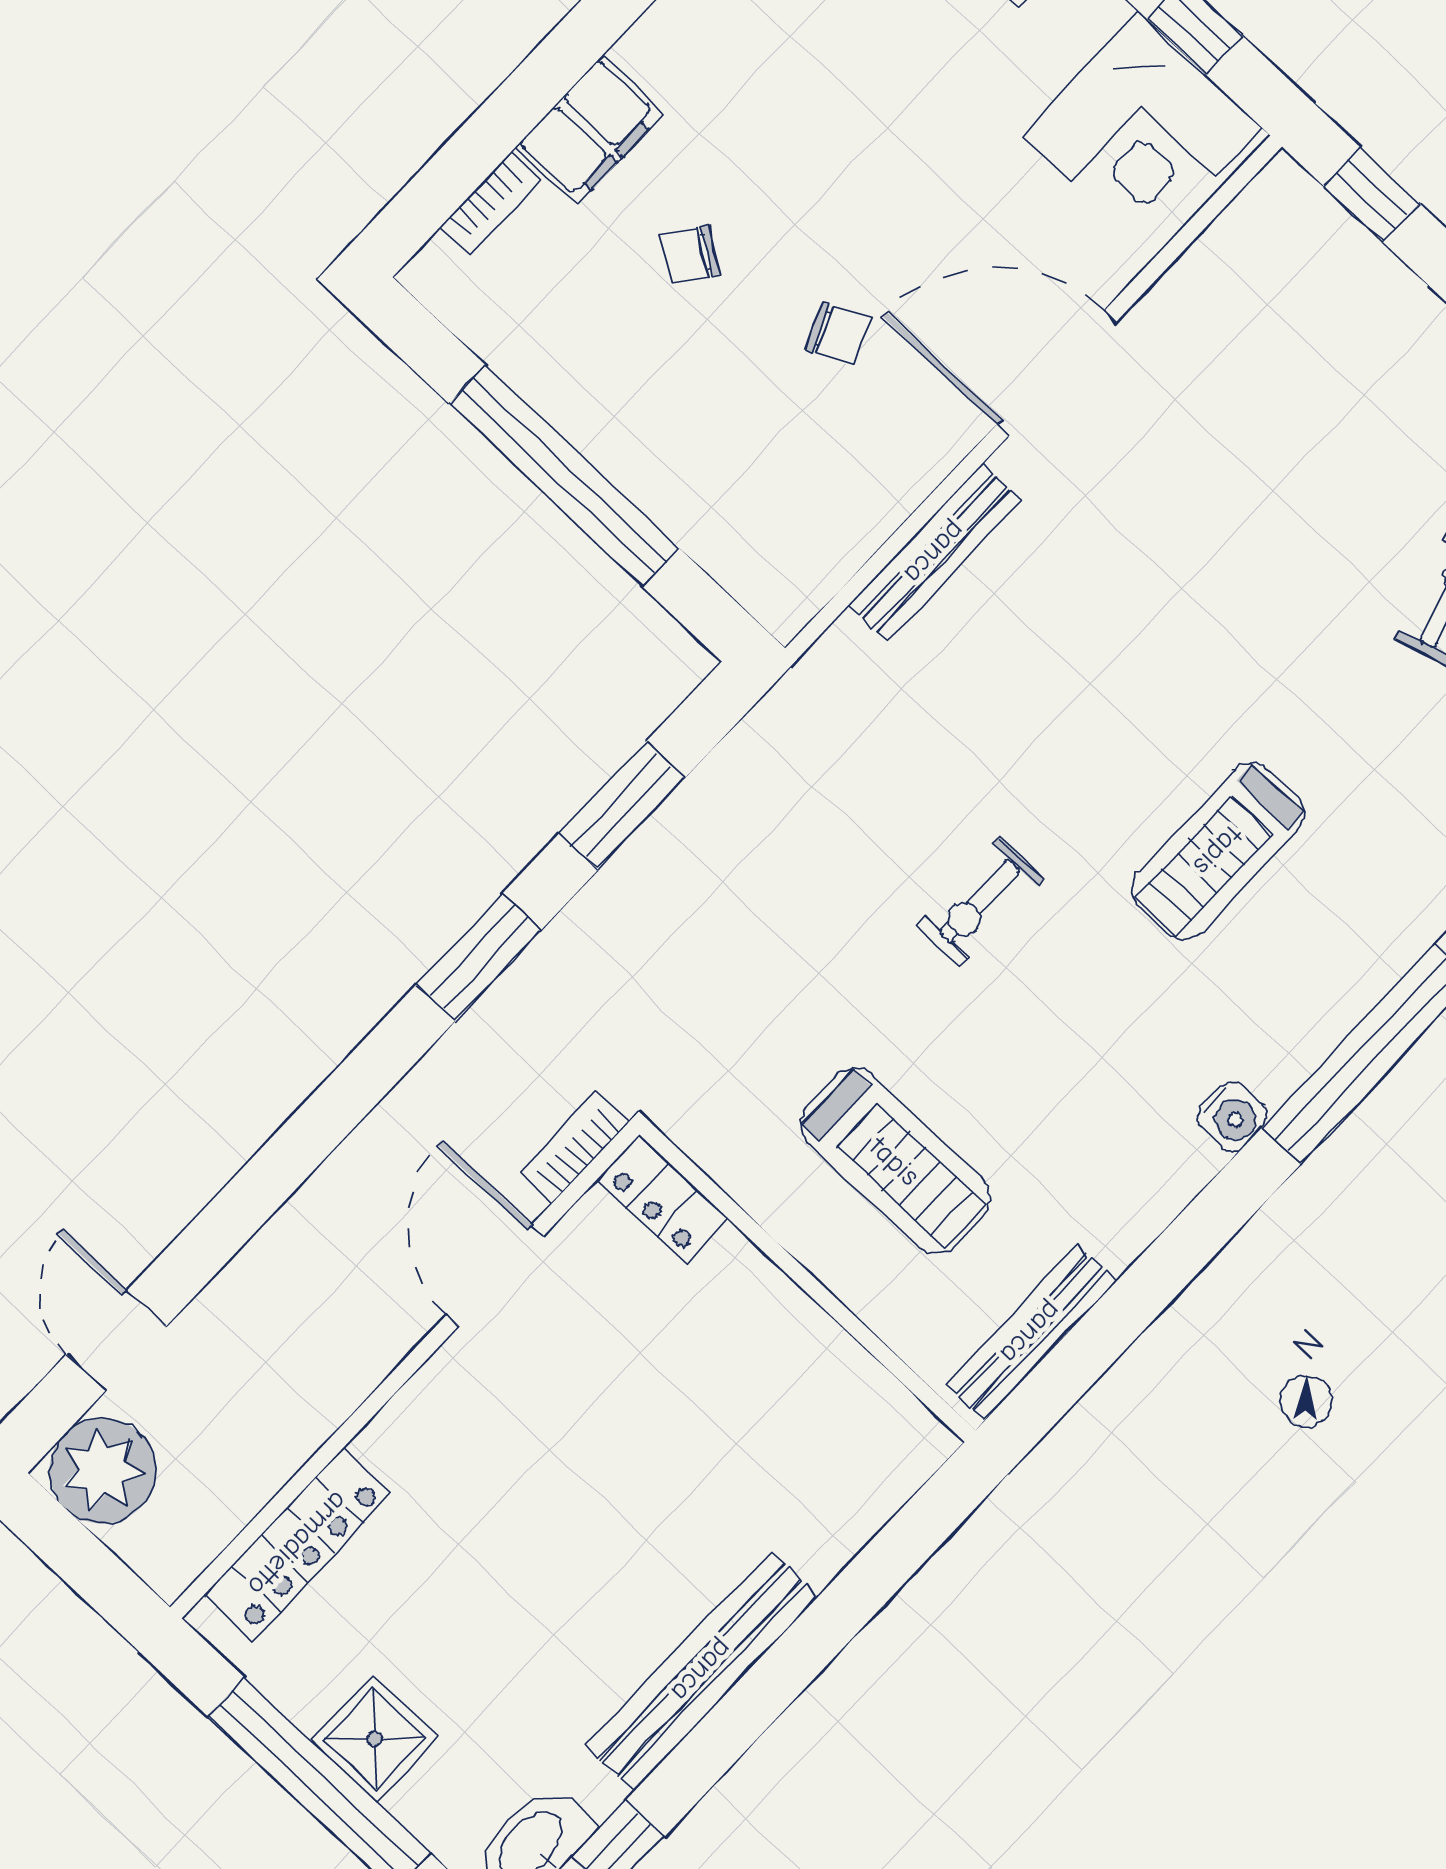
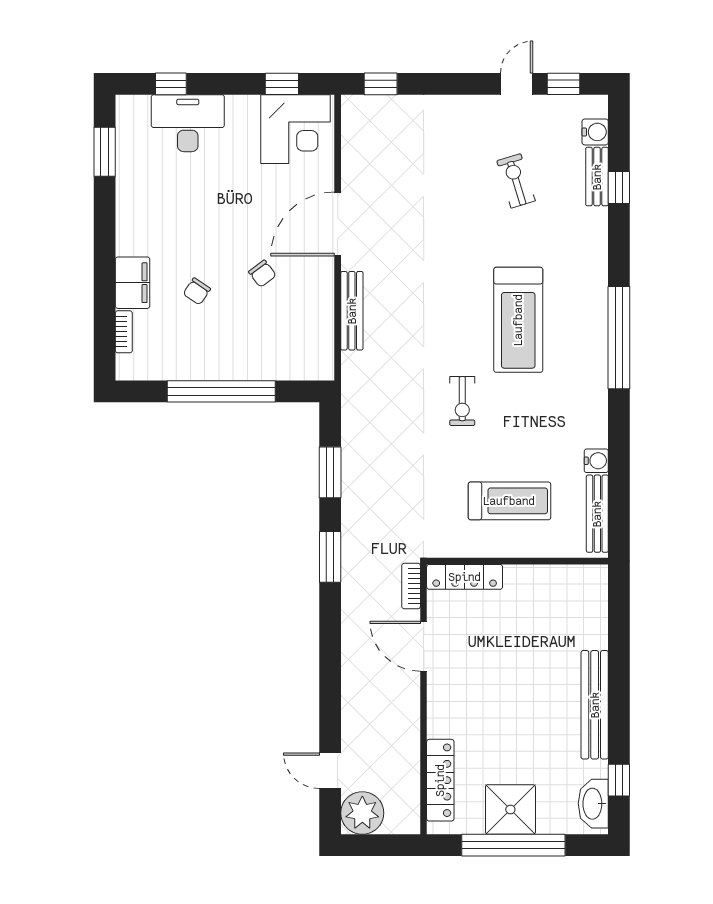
chair: (838, 334) -> (262, 274), turned 77
treadmill: (1218, 851) -> (518, 320), width x1.37, depth x1.38
water cooler: (1232, 1116) -> (596, 461), moved
locker: (663, 1199) -> (465, 577), width x1.53
shower: (374, 1739) -> (510, 810), width x1.36, depth x1.36

